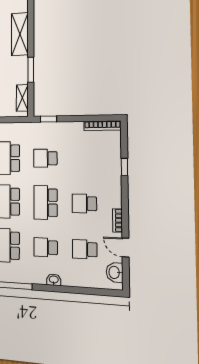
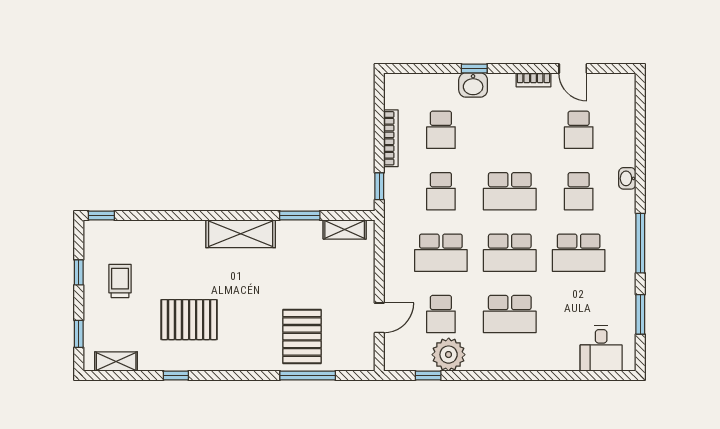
bookcase: (102, 126) -> (391, 138), moved
window: (124, 167) -> (474, 68), moved
school desk: (84, 204) -> (441, 130), moved
door: (125, 247) -> (573, 68), hinge flipped
washbasin: (115, 272) -> (473, 85), moved

